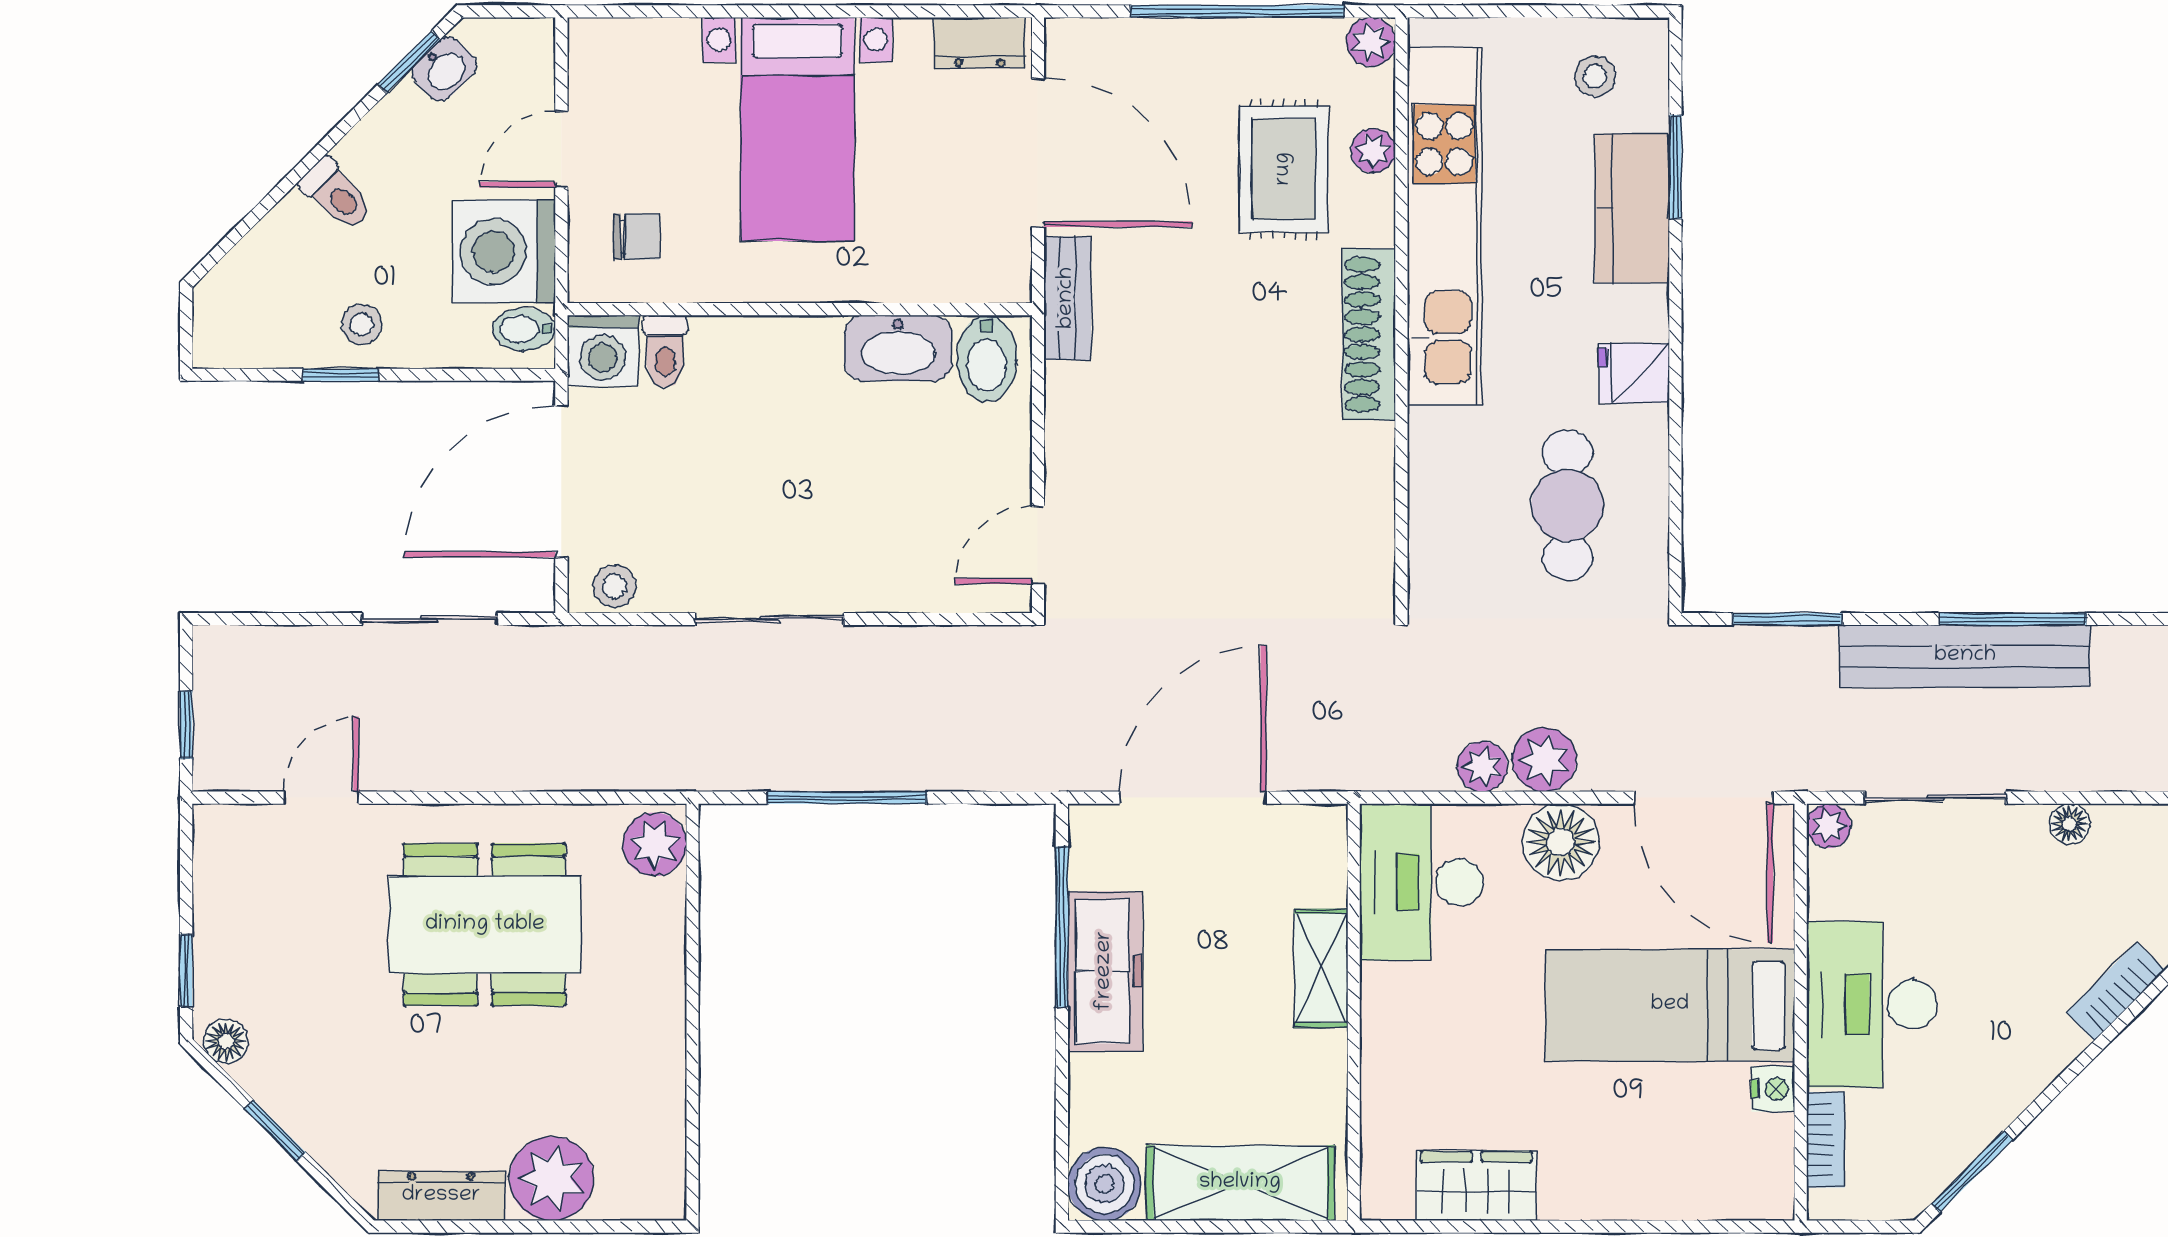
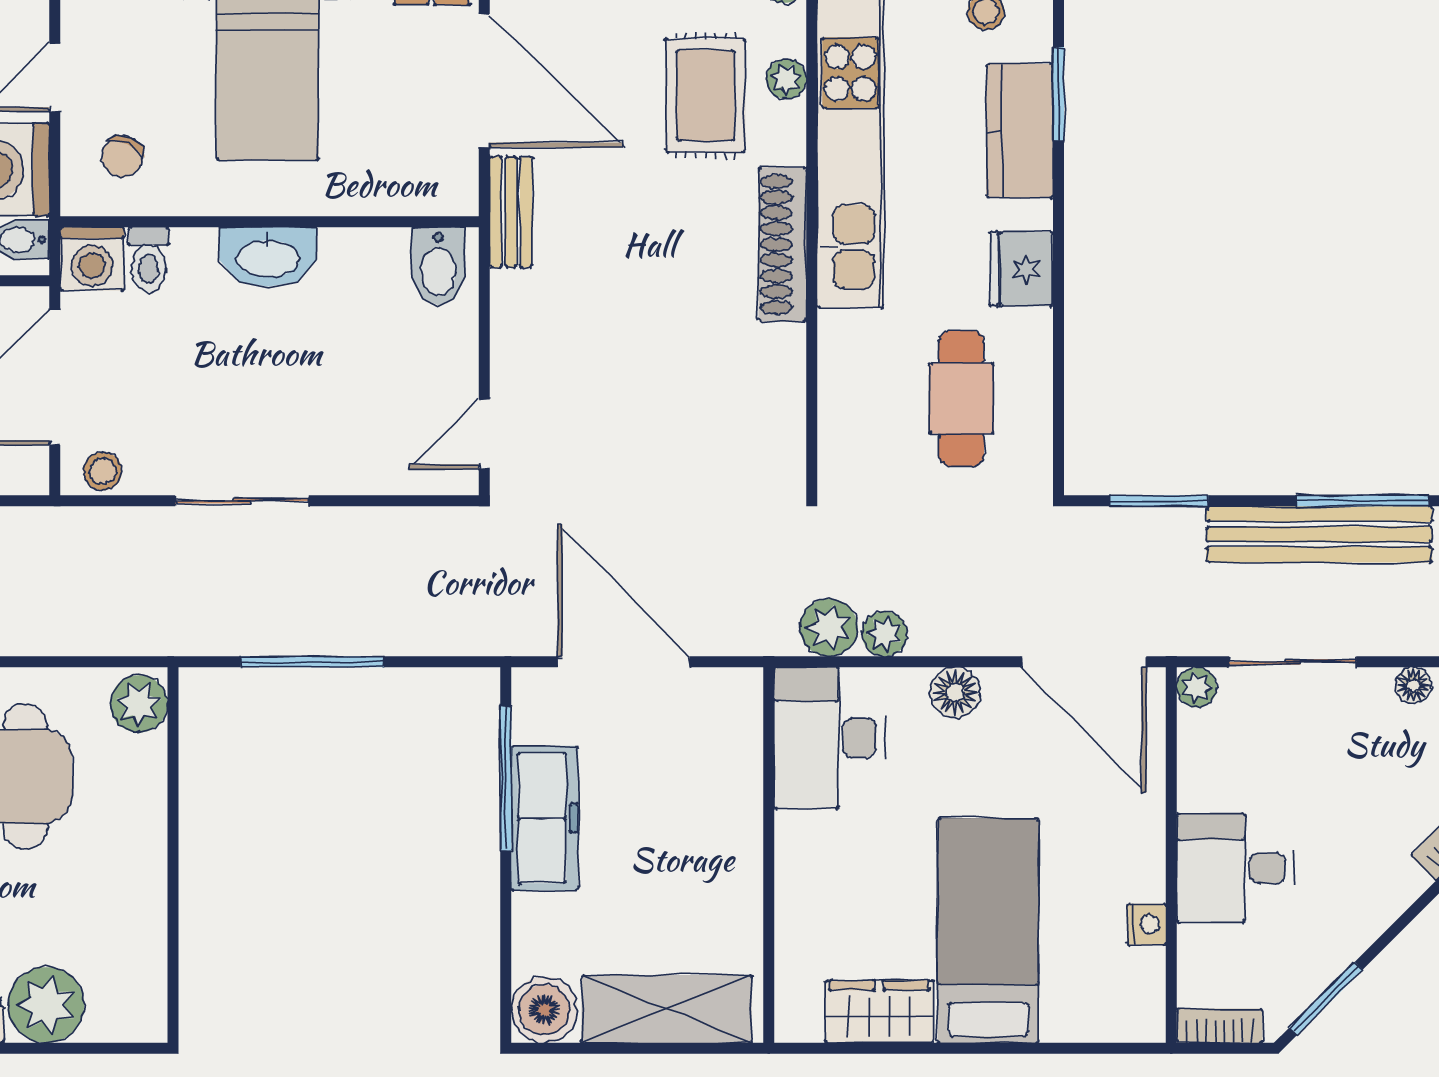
chair: (636, 237) -> (122, 156), turned 115
washbasin: (898, 348) -> (268, 257), moved
fridge: (1634, 373) -> (1021, 269), width x1.38
plant: (1544, 760) -> (829, 628), moved
door: (1193, 798) -> (624, 662), hinge flipped
floor lamp: (1561, 842) -> (955, 692), width x0.73, depth x0.73
shelving: (1321, 968) -> (739, 815), removed
desk: (1872, 1004) -> (1235, 868), width x0.73
bed: (1670, 1005) -> (988, 931), moved, turned 90
bookcase: (1826, 1140) -> (1220, 1026), moved, turned -90

